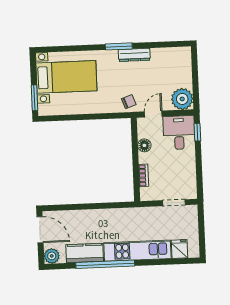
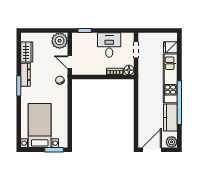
wardrobe: (165, 55) -> (27, 52), added
desk: (179, 133) -> (109, 45), moved, turned 90
floor lamp: (144, 145) -> (129, 70), moved

